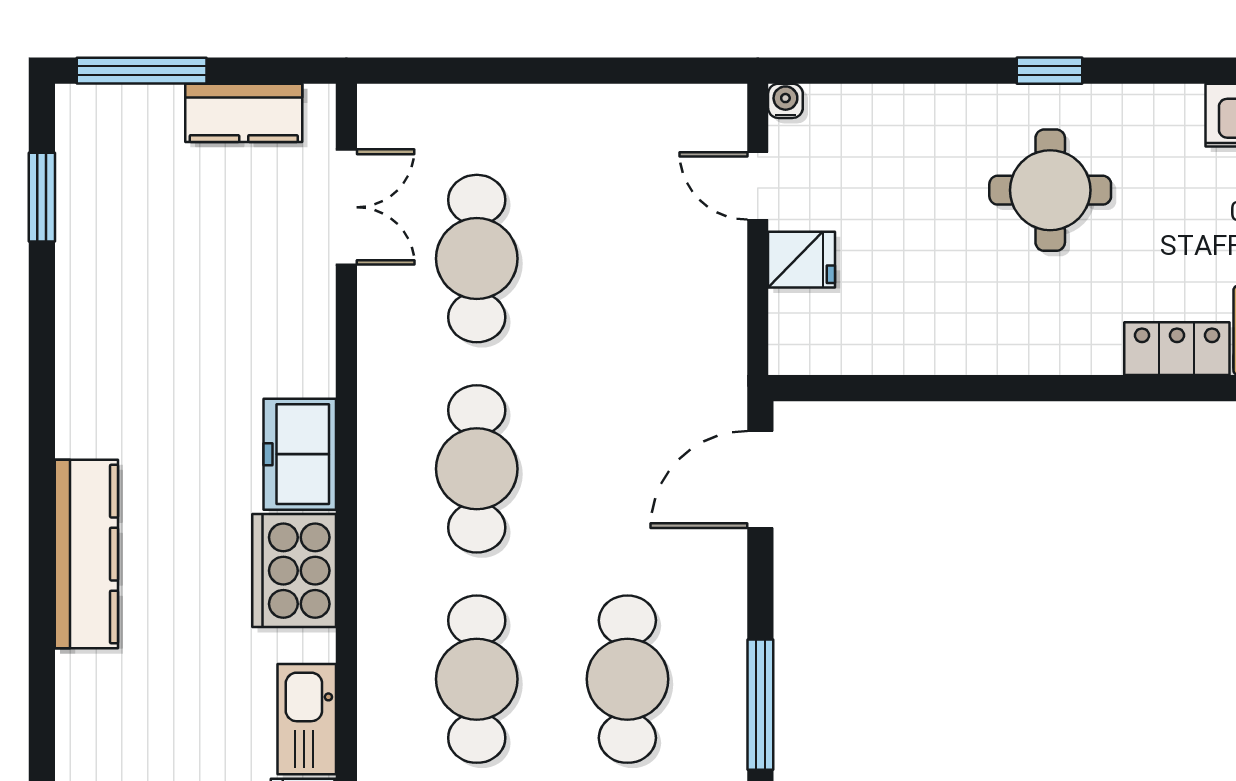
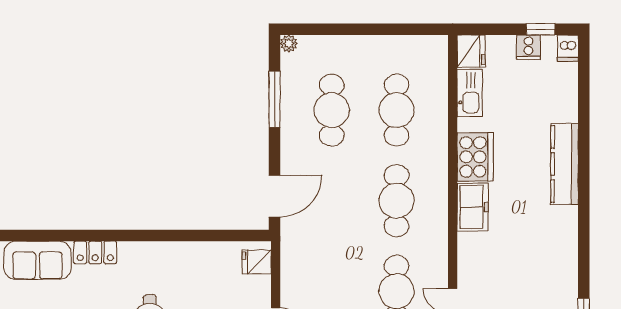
fridge: (802, 260) -> (257, 262), moved

